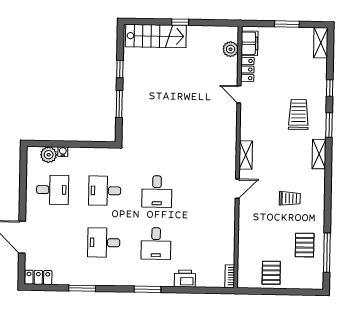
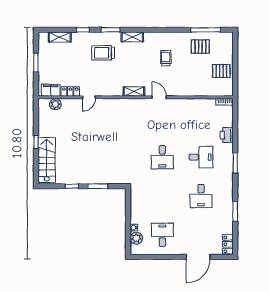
shelving: (321, 43) -> (60, 37), moved
desk: (105, 191) -> (162, 196), removed
desk: (157, 192) -> (162, 157), turned 90

